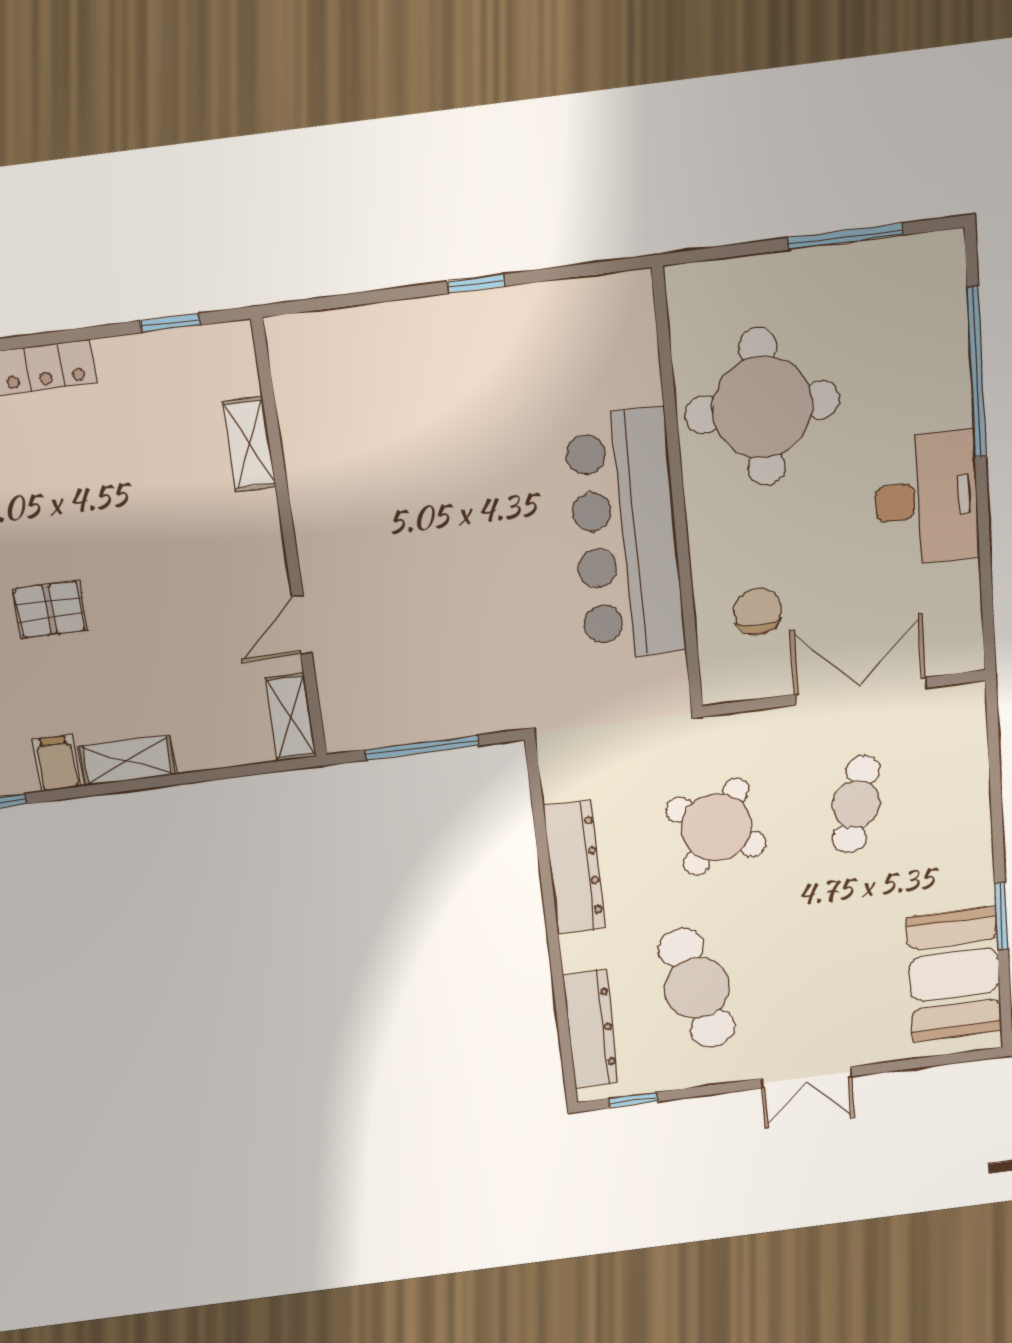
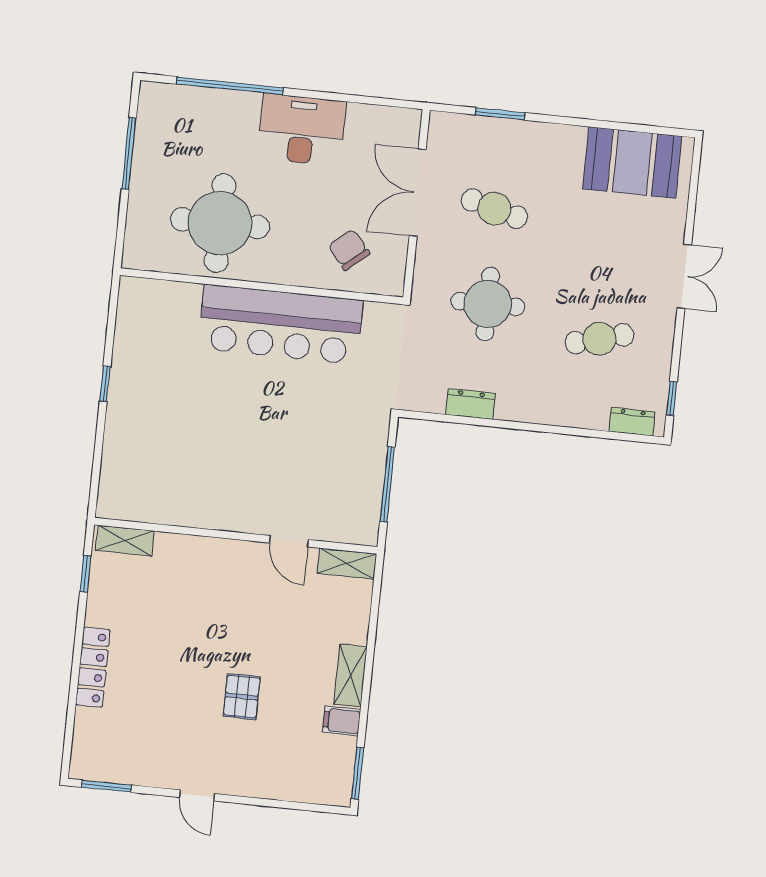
shelving: (249, 444) -> (125, 541), moved
chair: (758, 611) -> (349, 250), turned 50
round table: (716, 827) -> (488, 304), turned -33
dresser: (575, 868) -> (470, 404), width x0.51, depth x0.80
window: (1002, 916) -> (500, 114), moved
cafe table: (697, 988) -> (599, 339), width x0.73, depth x0.74
dresser: (591, 1029) -> (632, 422), width x0.51, depth x0.80

